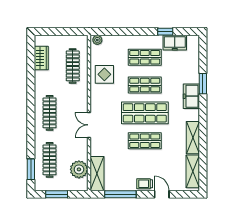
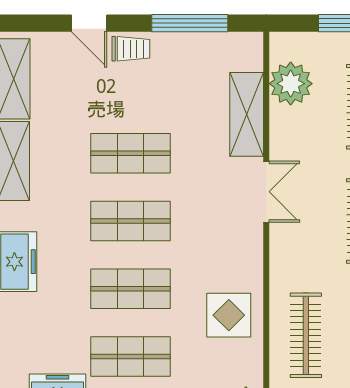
shop shelf: (145, 113) -> (130, 221), width x0.70, depth x0.74
shelving: (97, 174) -> (247, 114), moved

